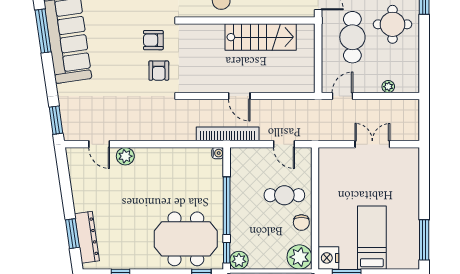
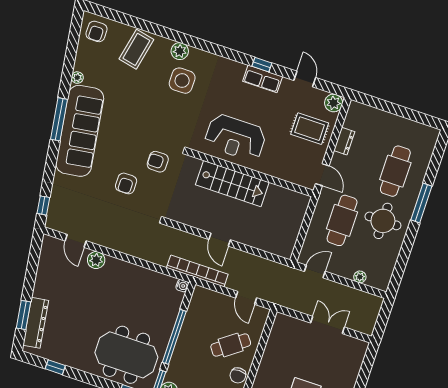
stairs: (261, 37) -> (232, 184), moved
armchair: (159, 71) -> (126, 183), moved
window: (56, 120) -> (43, 205), width x0.67
cafe table: (284, 195) -> (231, 345), turned -36

